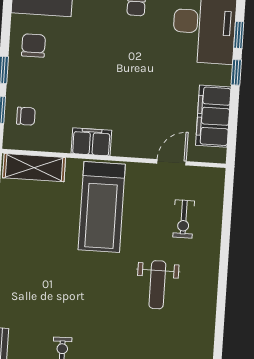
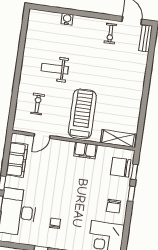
chair: (26, 116) -> (121, 167), width x1.87, depth x1.87
weight bench: (157, 285) -> (55, 69), turned -90

